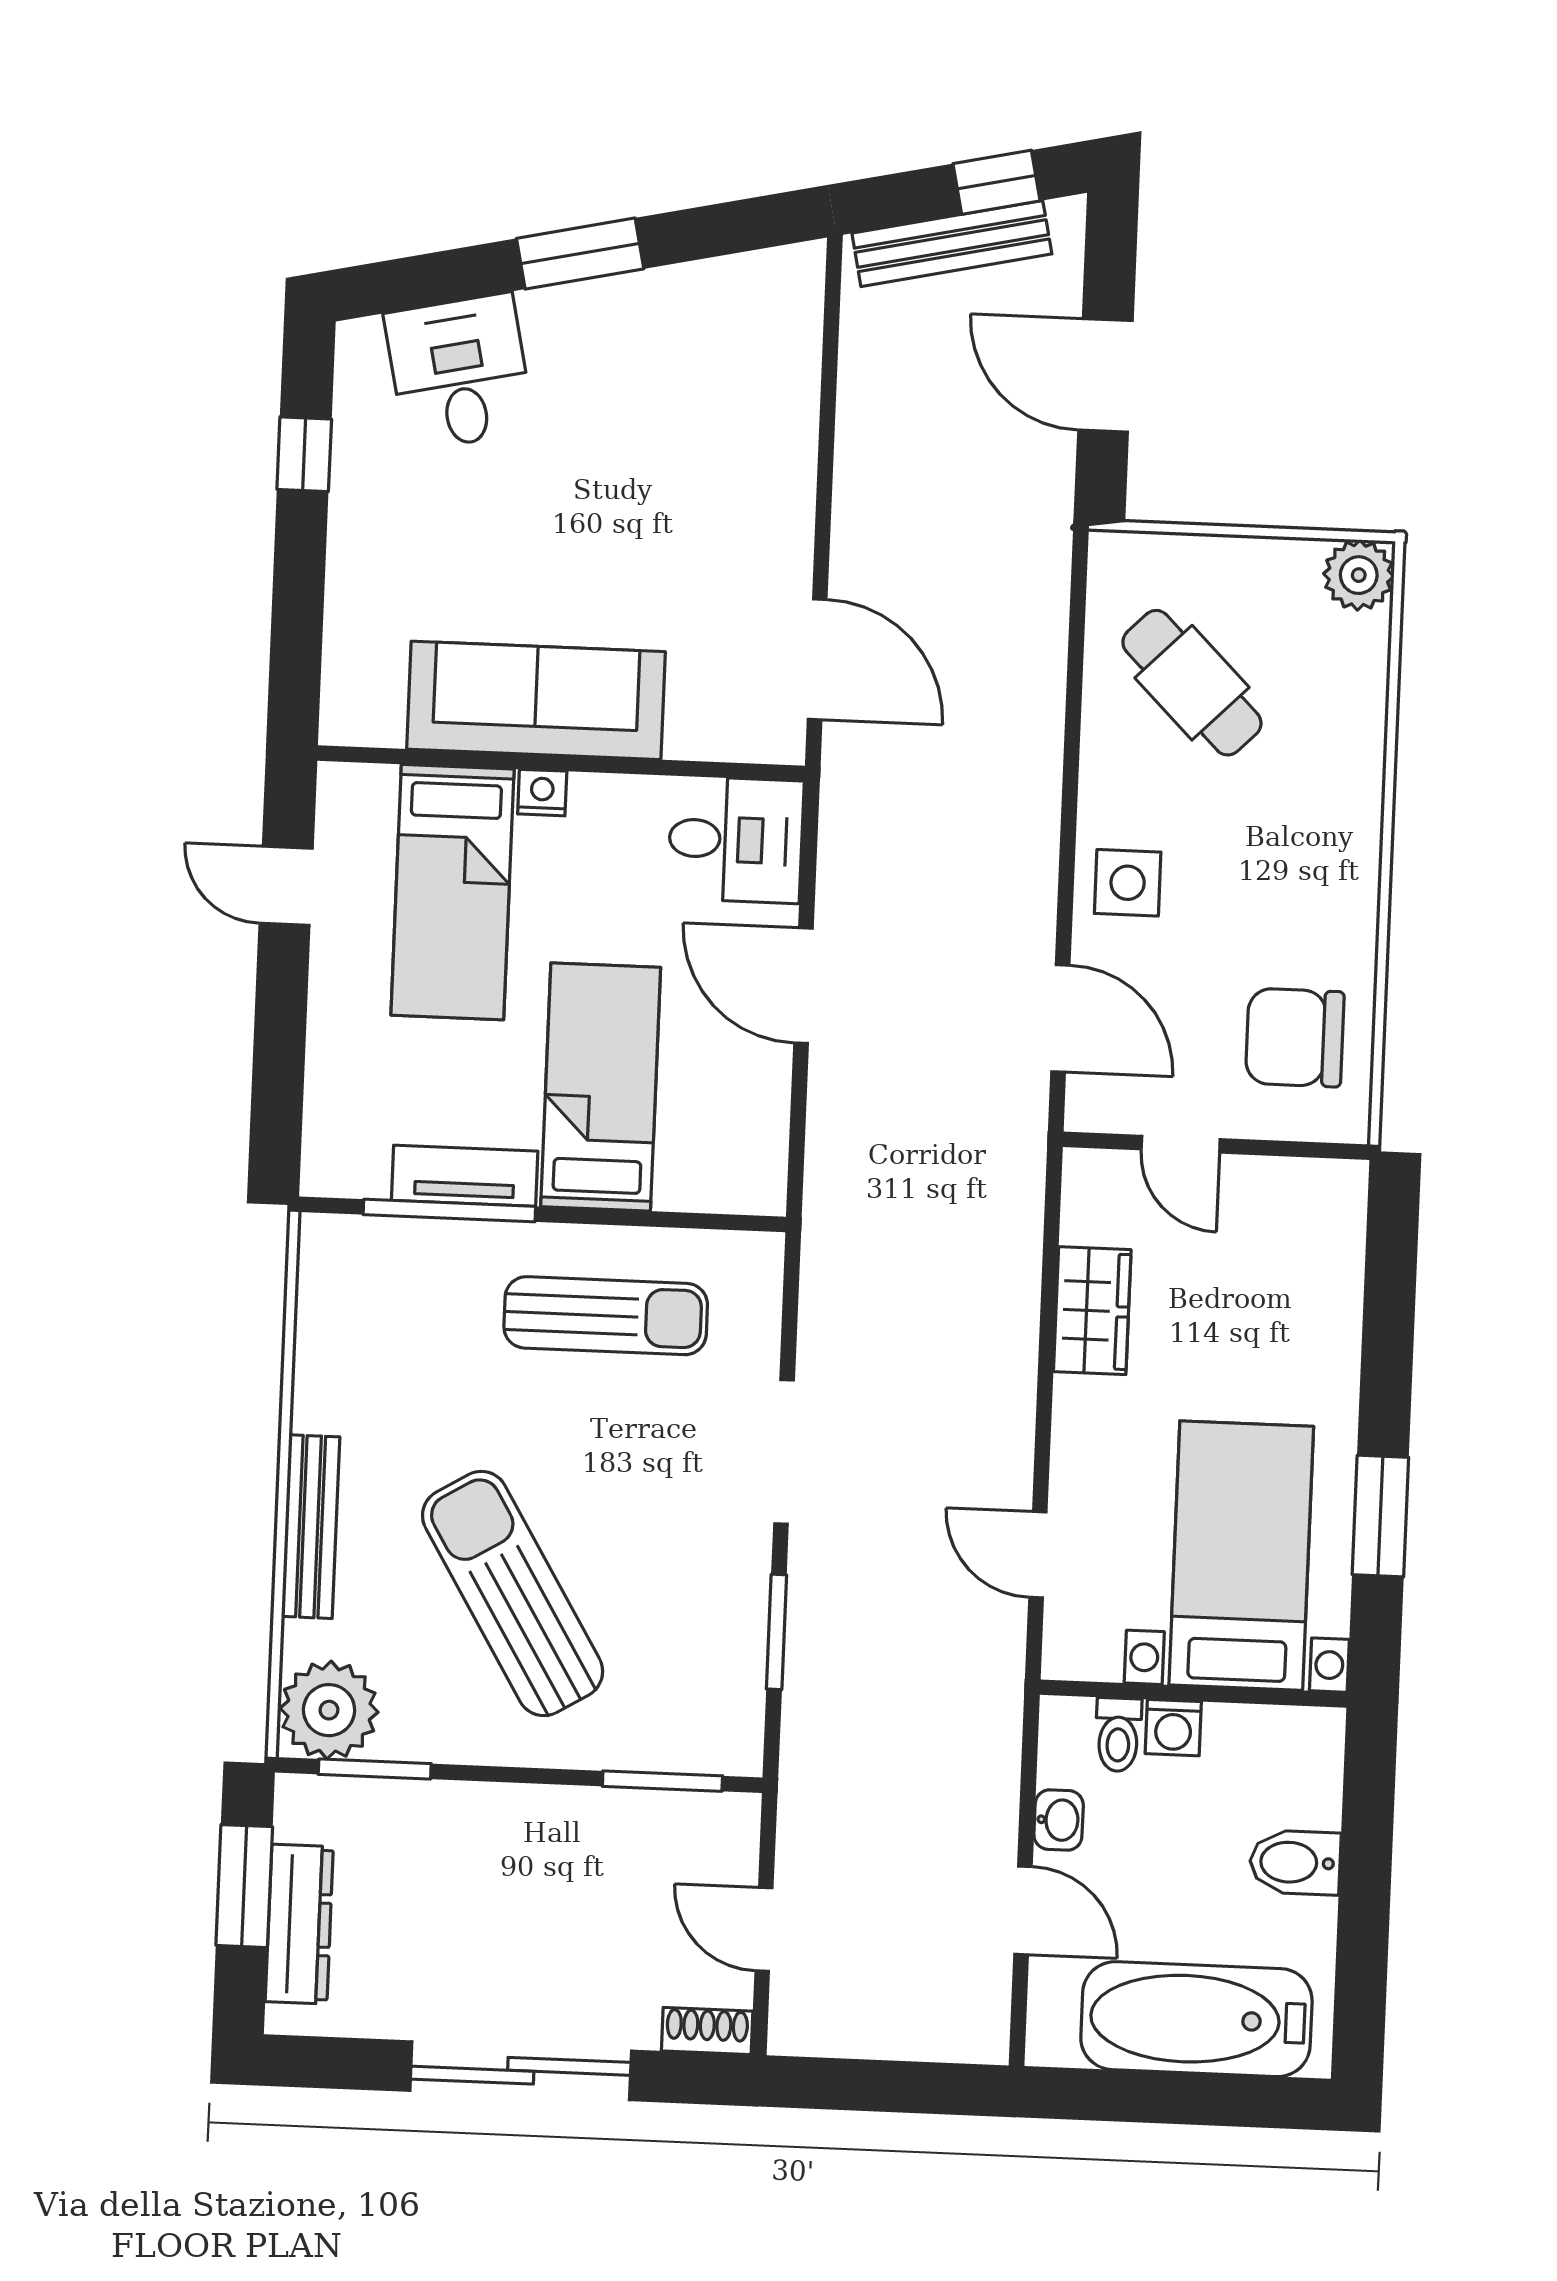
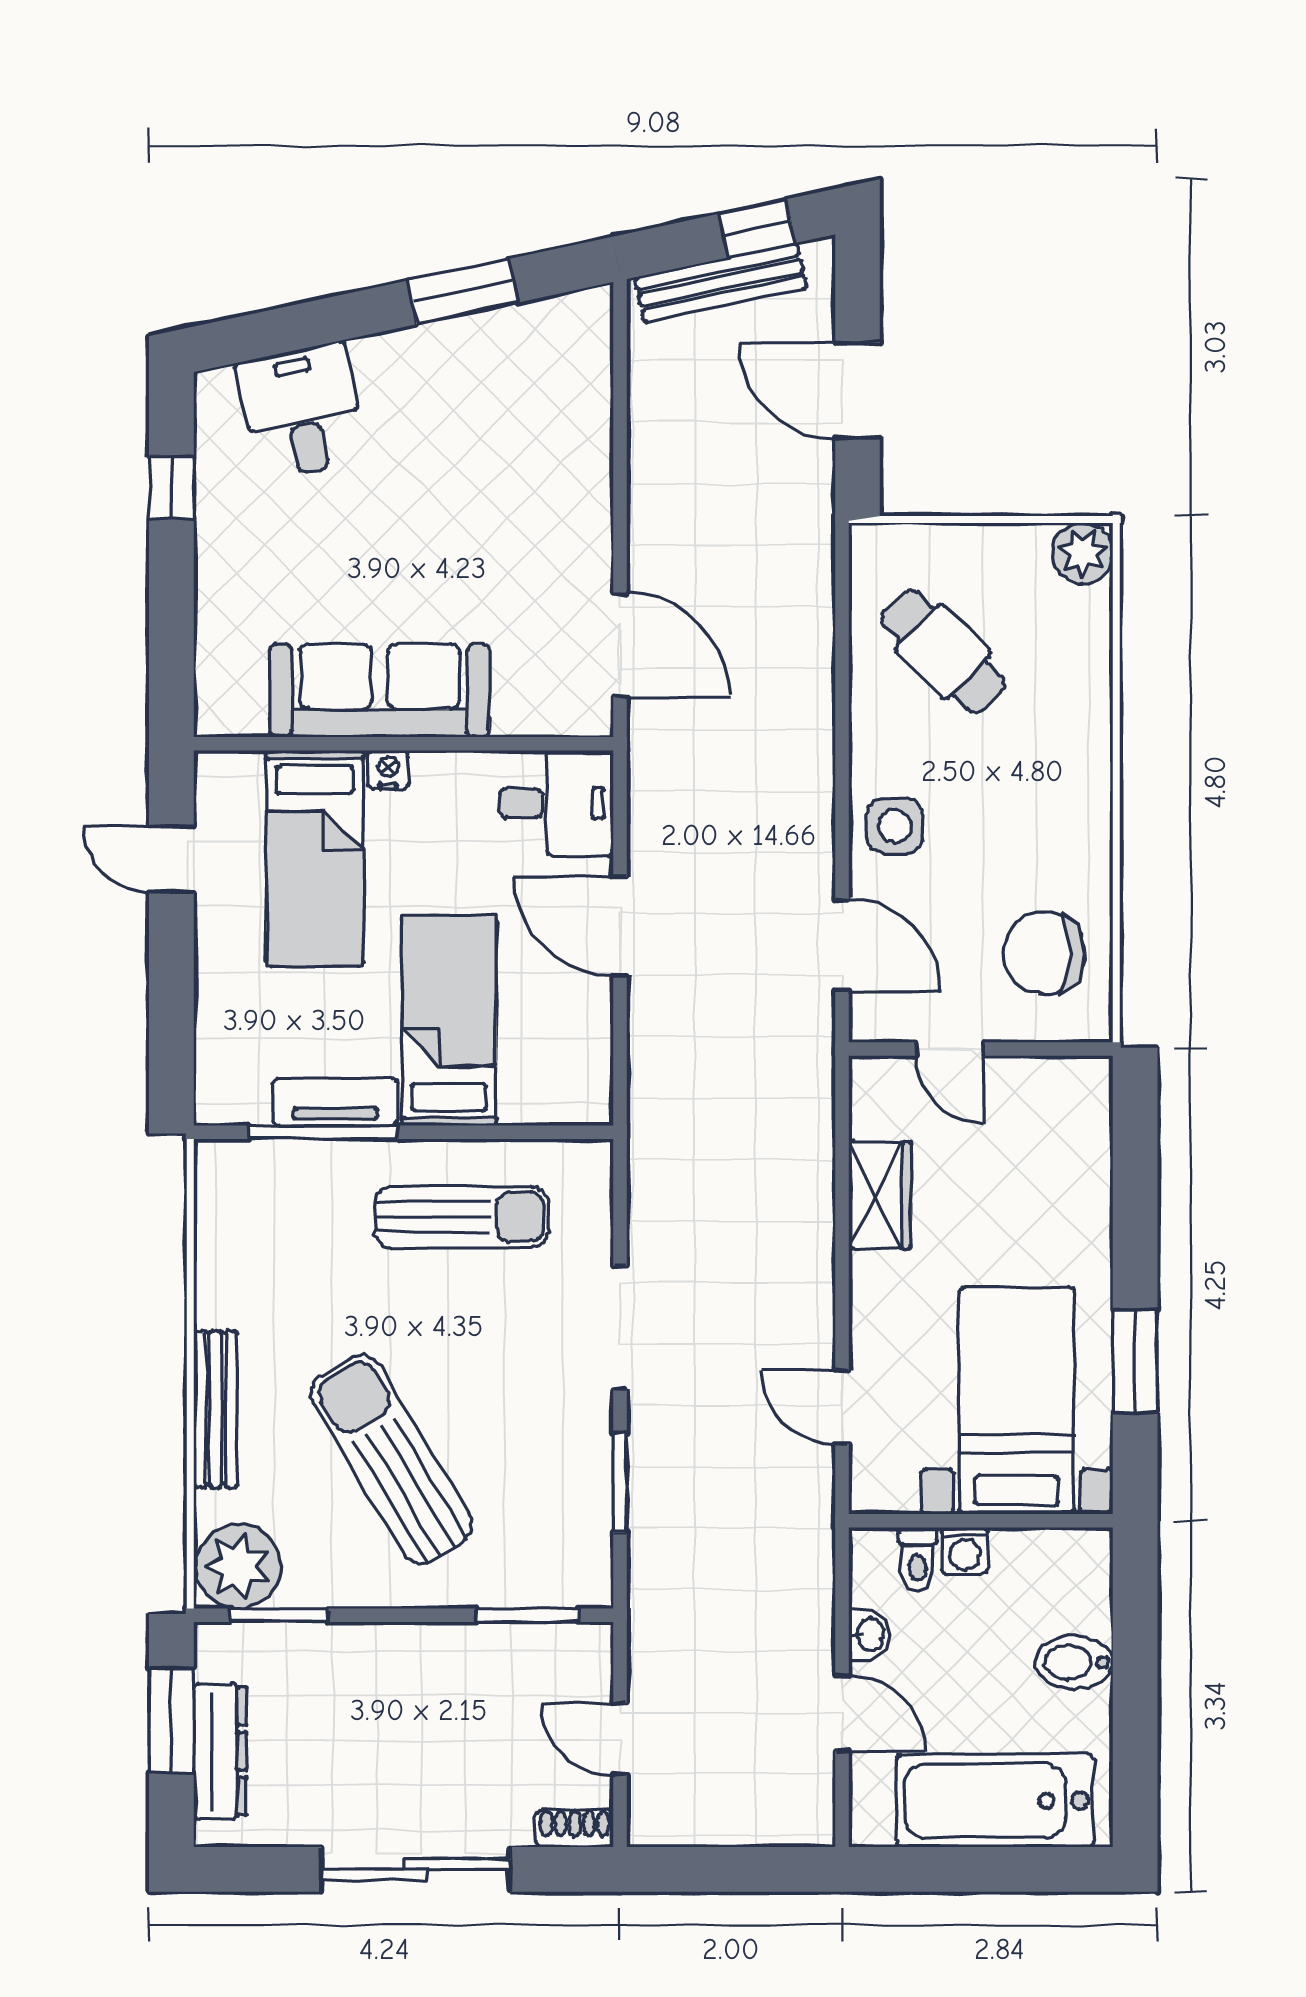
window: (580, 254) -> (463, 292), moved

